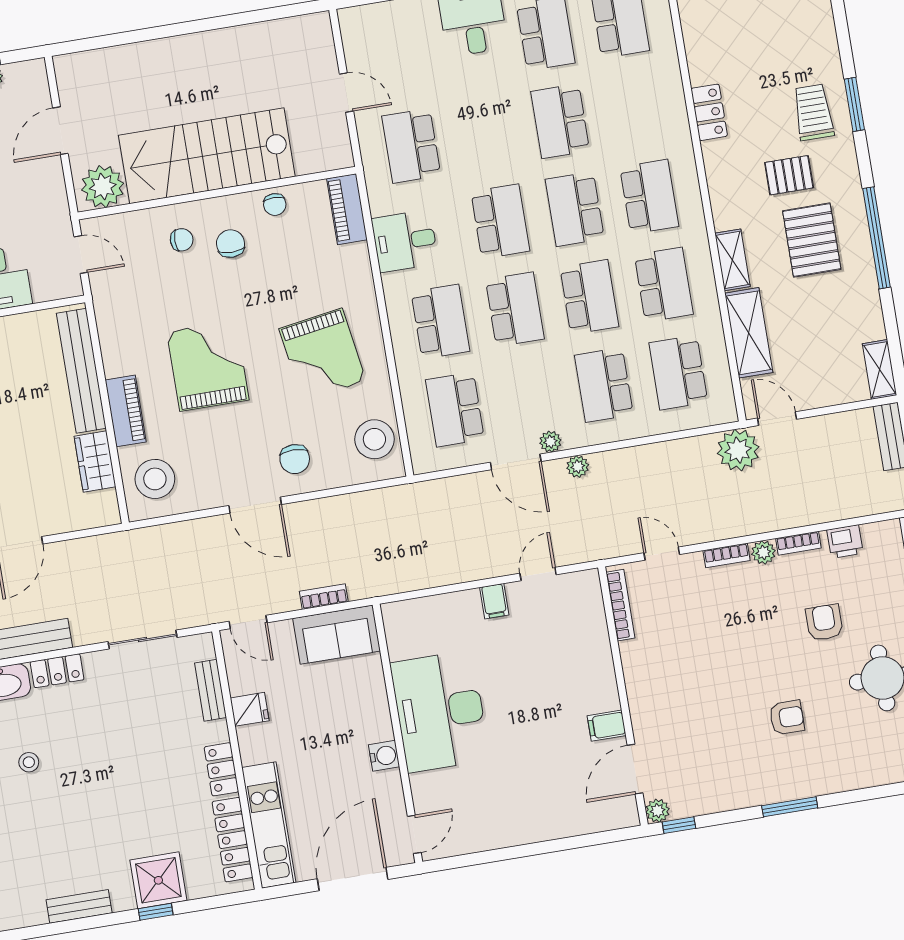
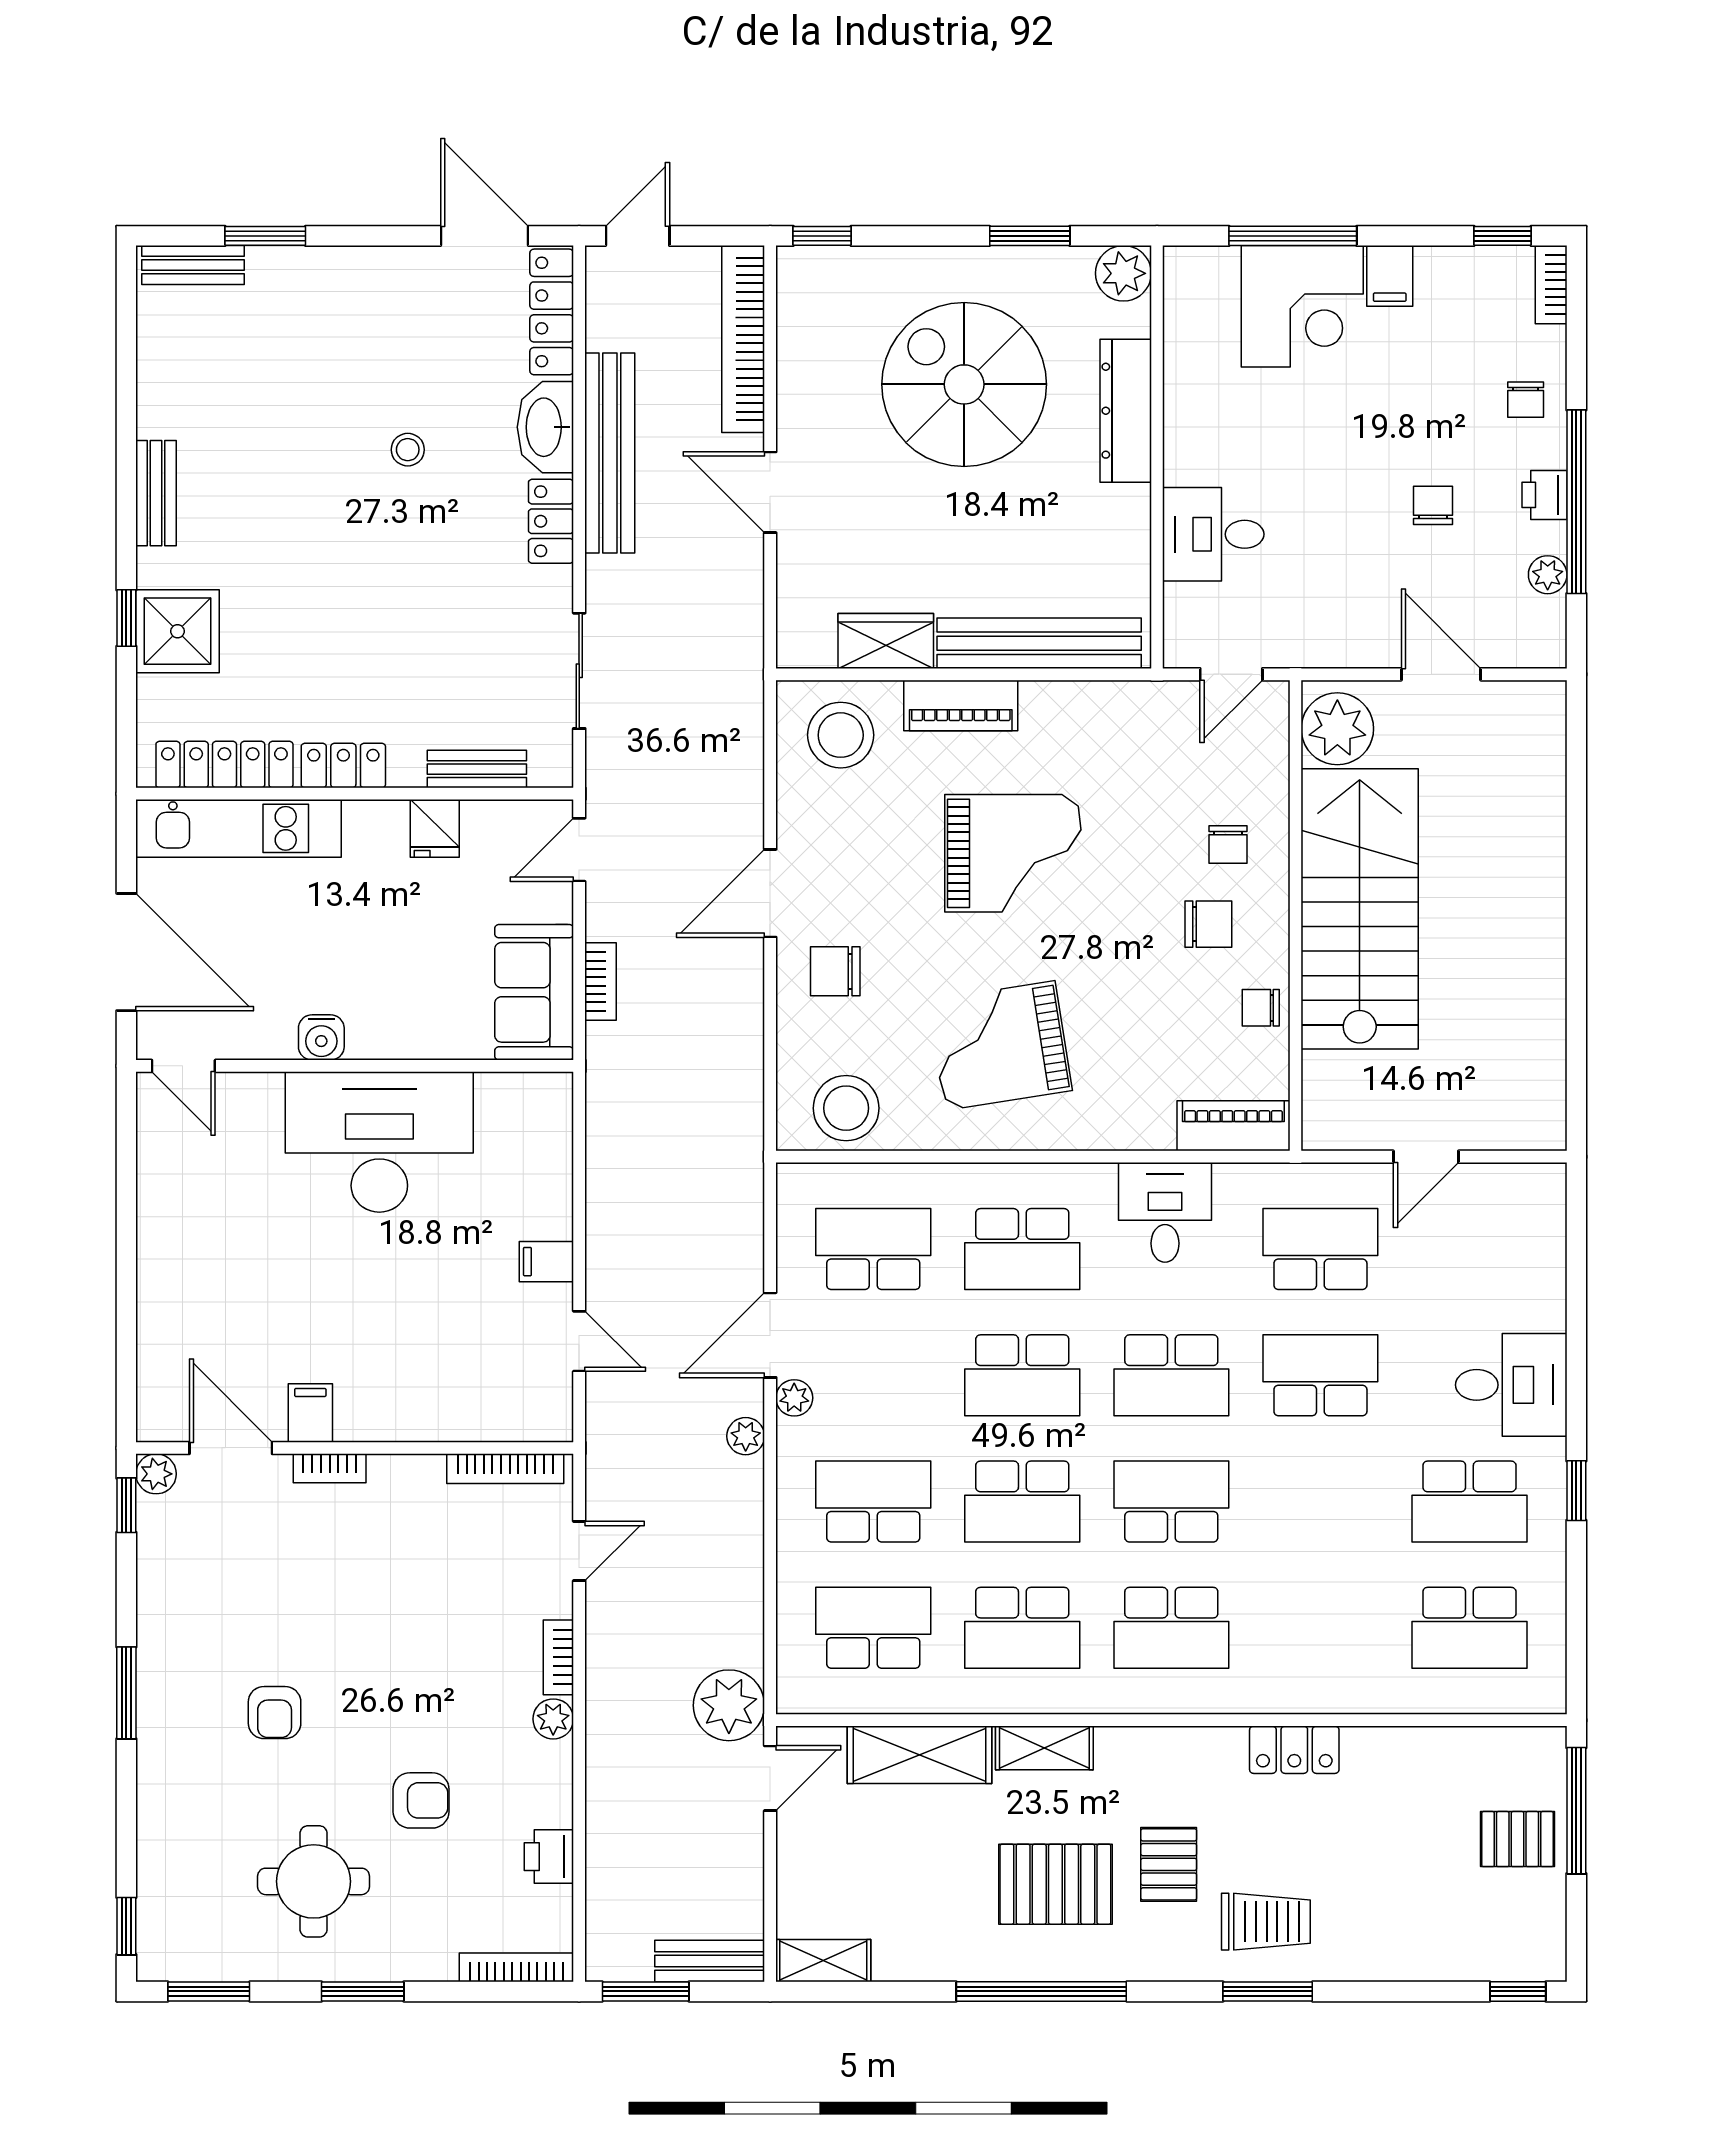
school desk: (560, 121) -> (1320, 1375), moved
bookcase: (798, 543) -> (330, 1468), moved, turned -90

